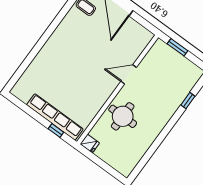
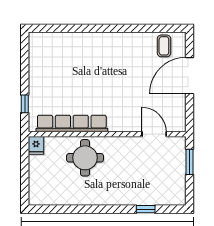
door: (129, 74) -> (154, 134), moved
row of seats: (55, 117) -> (72, 123), moved, turned -90

